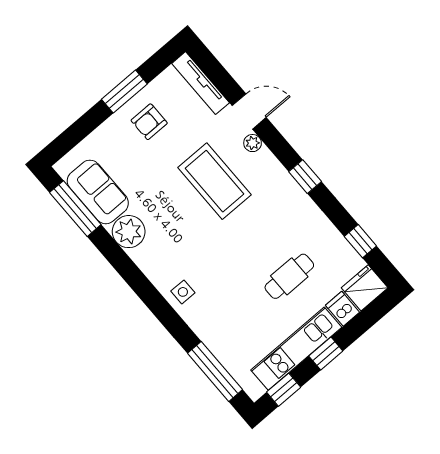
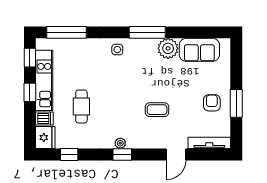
plant: (253, 143) -> (120, 143), moved
coffee table: (214, 181) -> (157, 110), width x0.54, depth x0.58
window: (75, 209) -> (147, 32), moved

